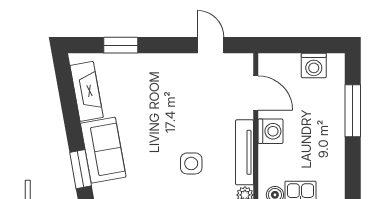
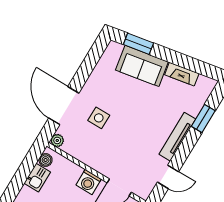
fireplace: (87, 91) -> (182, 74), width x0.73, depth x0.76
tv unit: (245, 152) -> (177, 137), moved, turned -90

